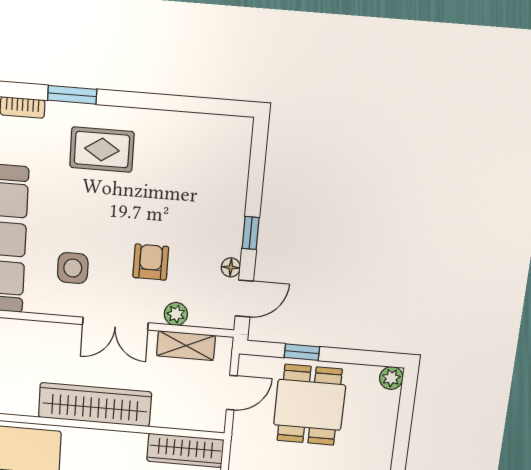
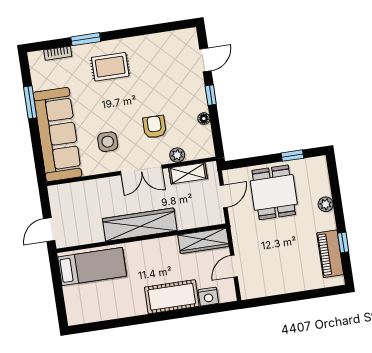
door: (244, 299) -> (205, 60), moved
window: (302, 352) -> (292, 156), moved
plant: (391, 378) -> (326, 204), moved

